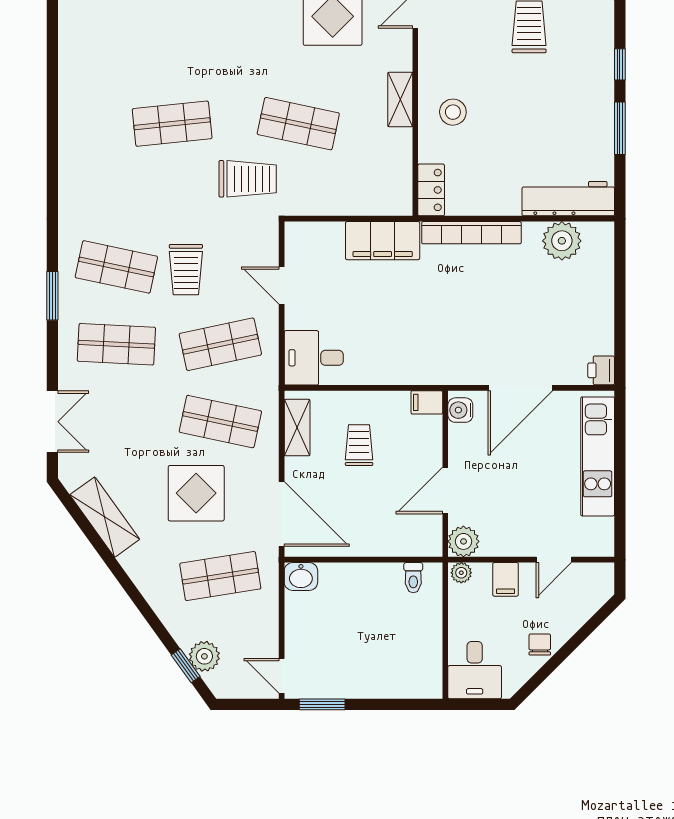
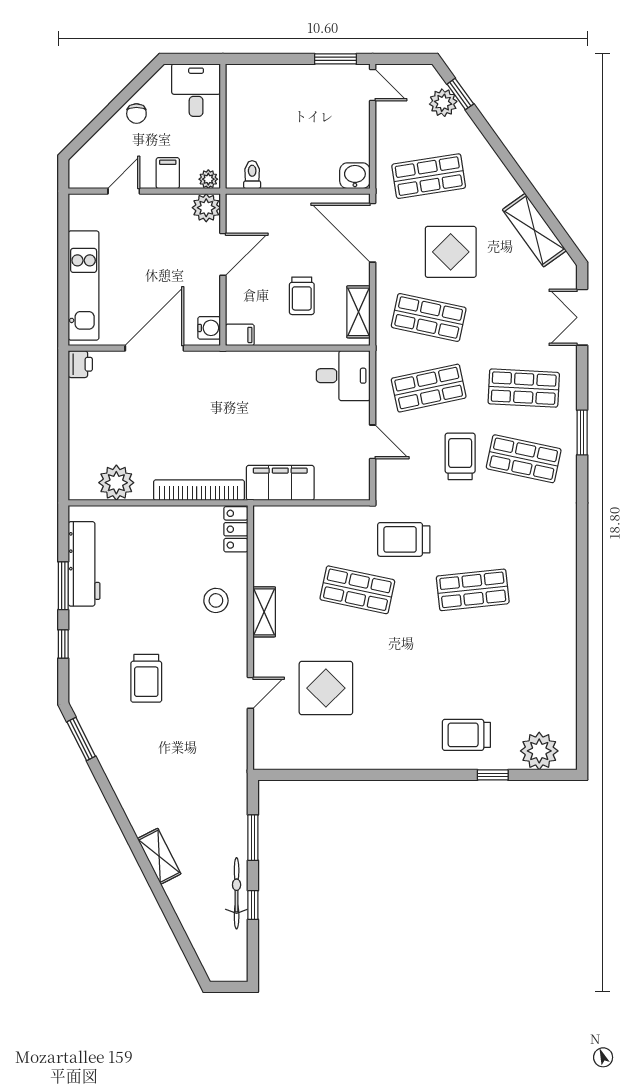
workbench: (568, 199) -> (84, 564), moved, turned -90

